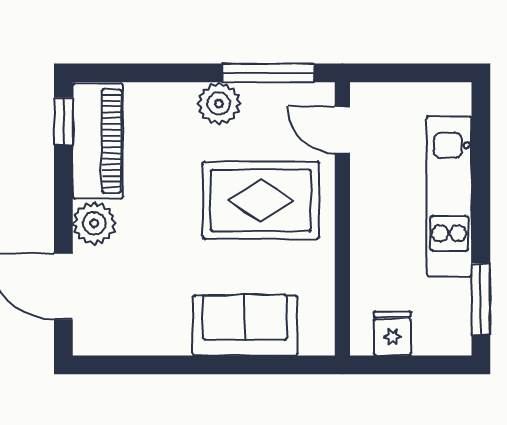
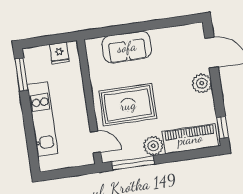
piano: (98, 141) -> (190, 139), moved, turned 90

